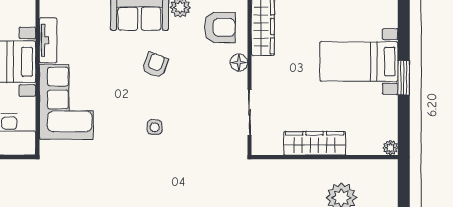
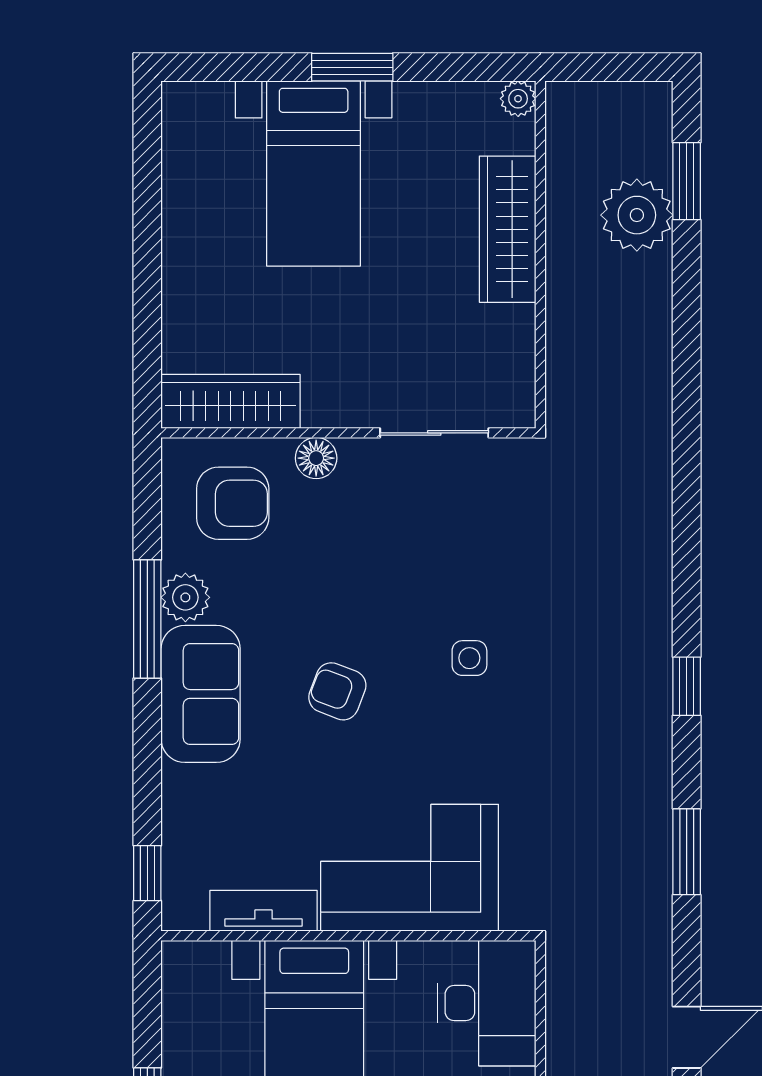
armchair: (220, 27) -> (233, 503), turned 90
armchair: (155, 65) -> (337, 691), moved
wardrobe: (315, 143) -> (508, 229), moved

